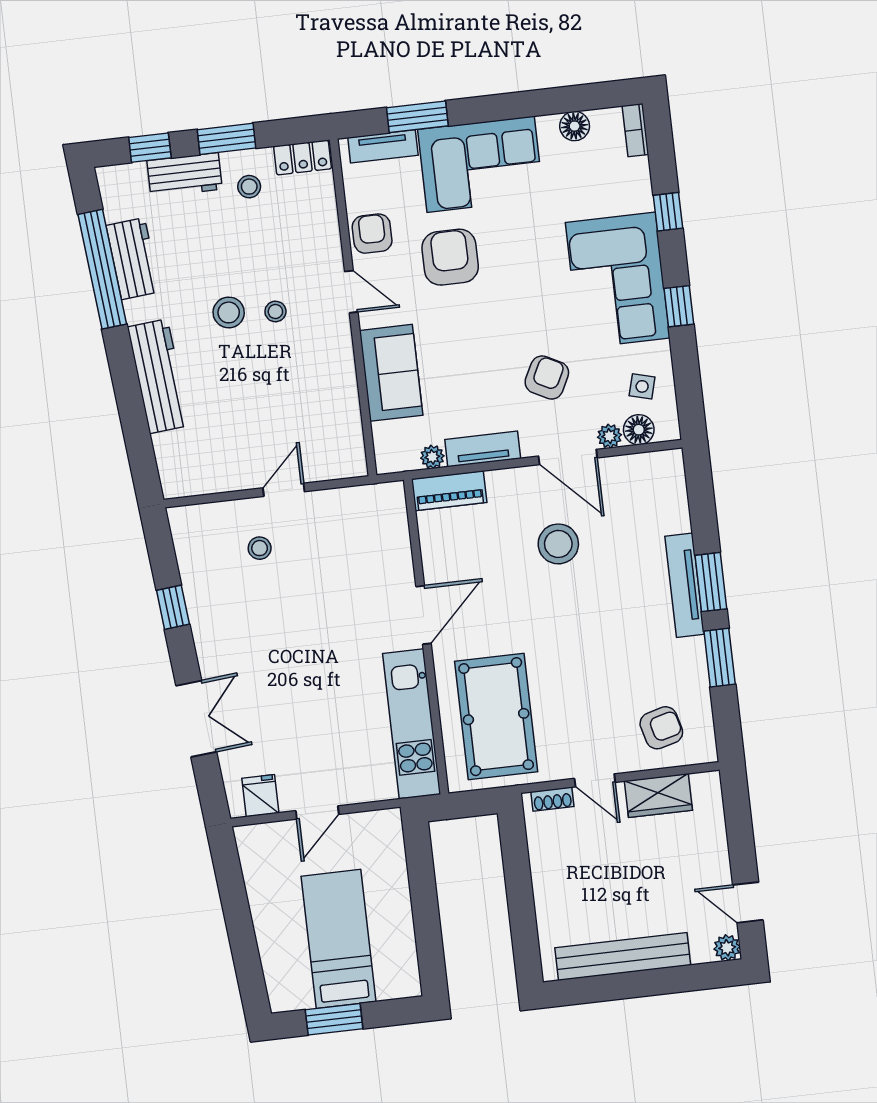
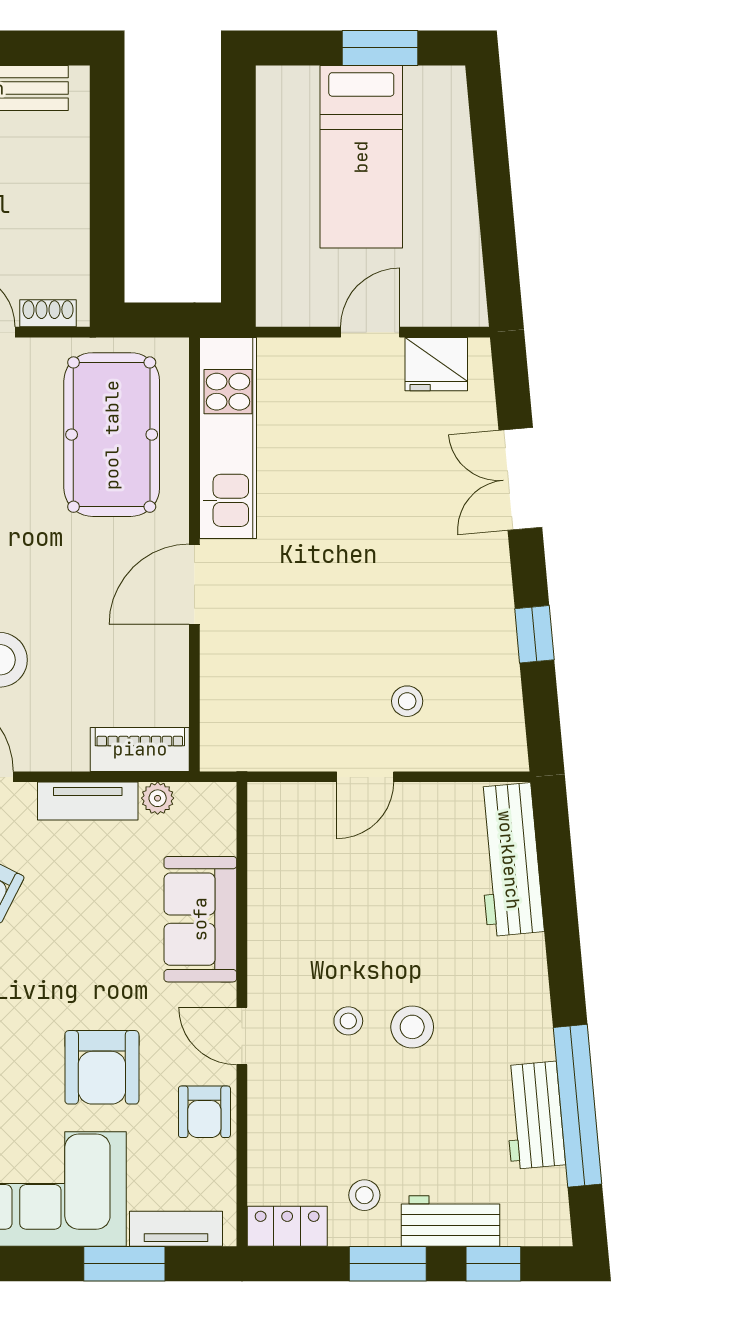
workbench: (158, 376) -> (509, 860), moved
fridge: (260, 796) -> (436, 364), width x1.38

